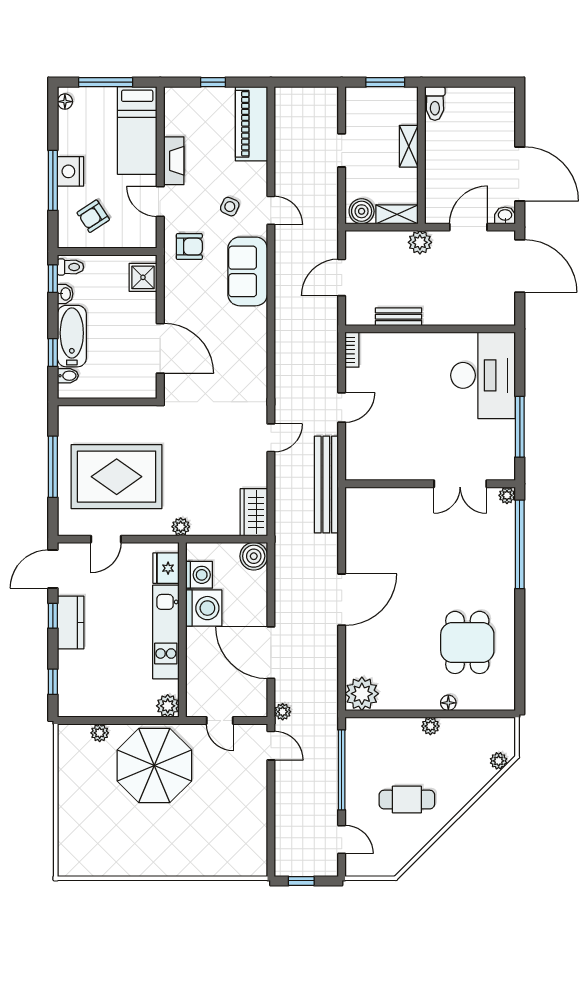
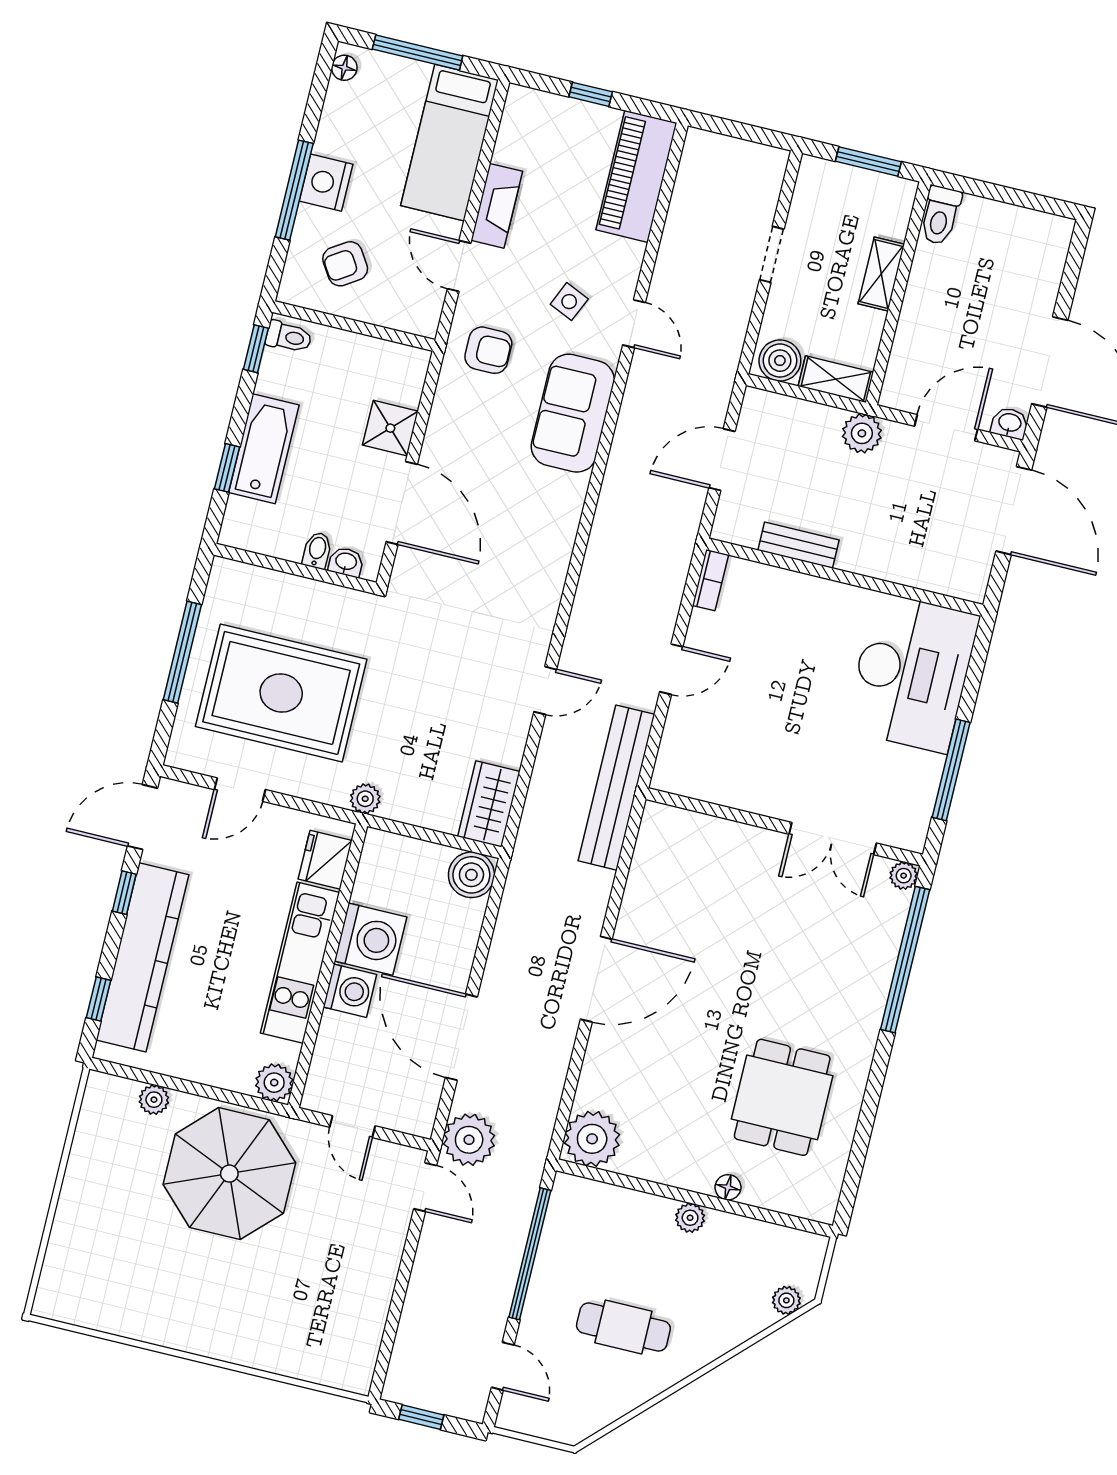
shower: (143, 277) -> (390, 428), moved
washbasin: (65, 294) -> (346, 562), moved, turned -90
bidet: (68, 376) -> (317, 550), moved, turned -90
washing machine: (199, 575) -> (350, 991), moved
kitchen counter: (71, 623) -> (142, 957), width x2.08, depth x1.17
plant: (283, 712) -> (469, 1140), width x1.88, depth x1.88

